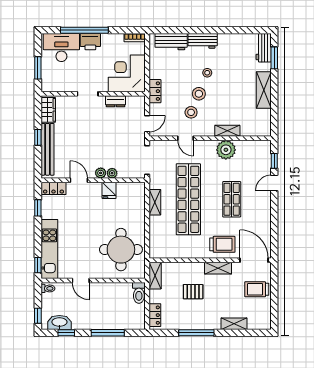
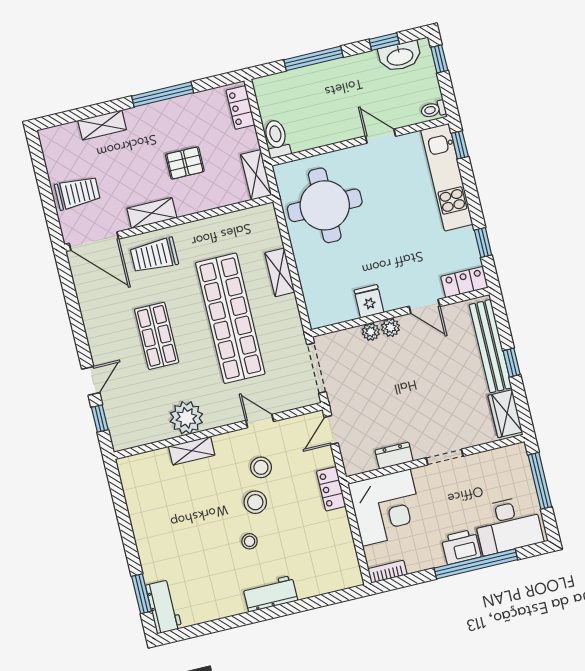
workbench: (171, 42) -> (324, 580), removed
window: (38, 68) -> (540, 481), width x1.44
shelving: (264, 90) -> (146, 535), removed
shelving: (155, 202) -> (280, 272), moved

